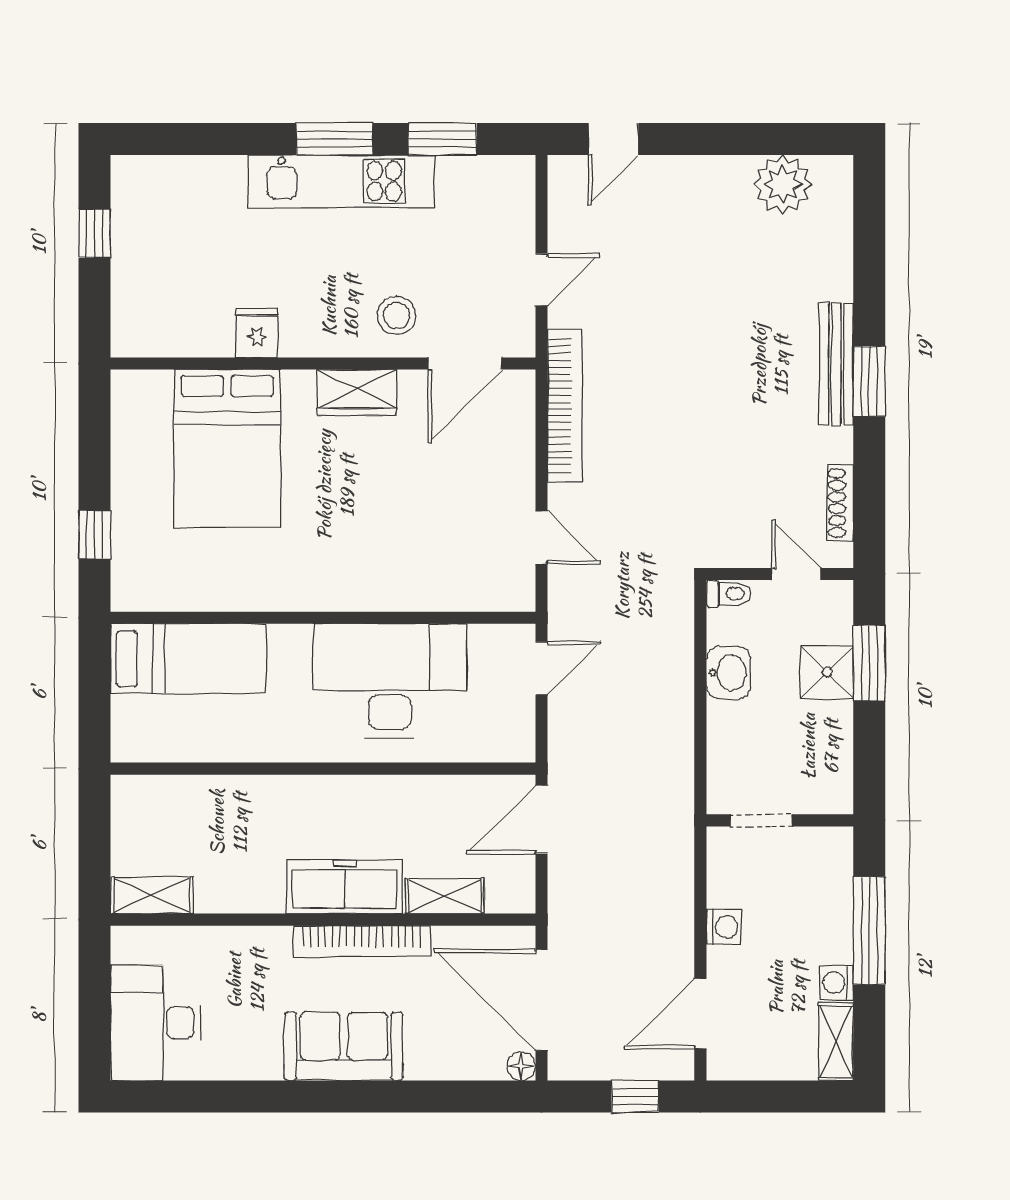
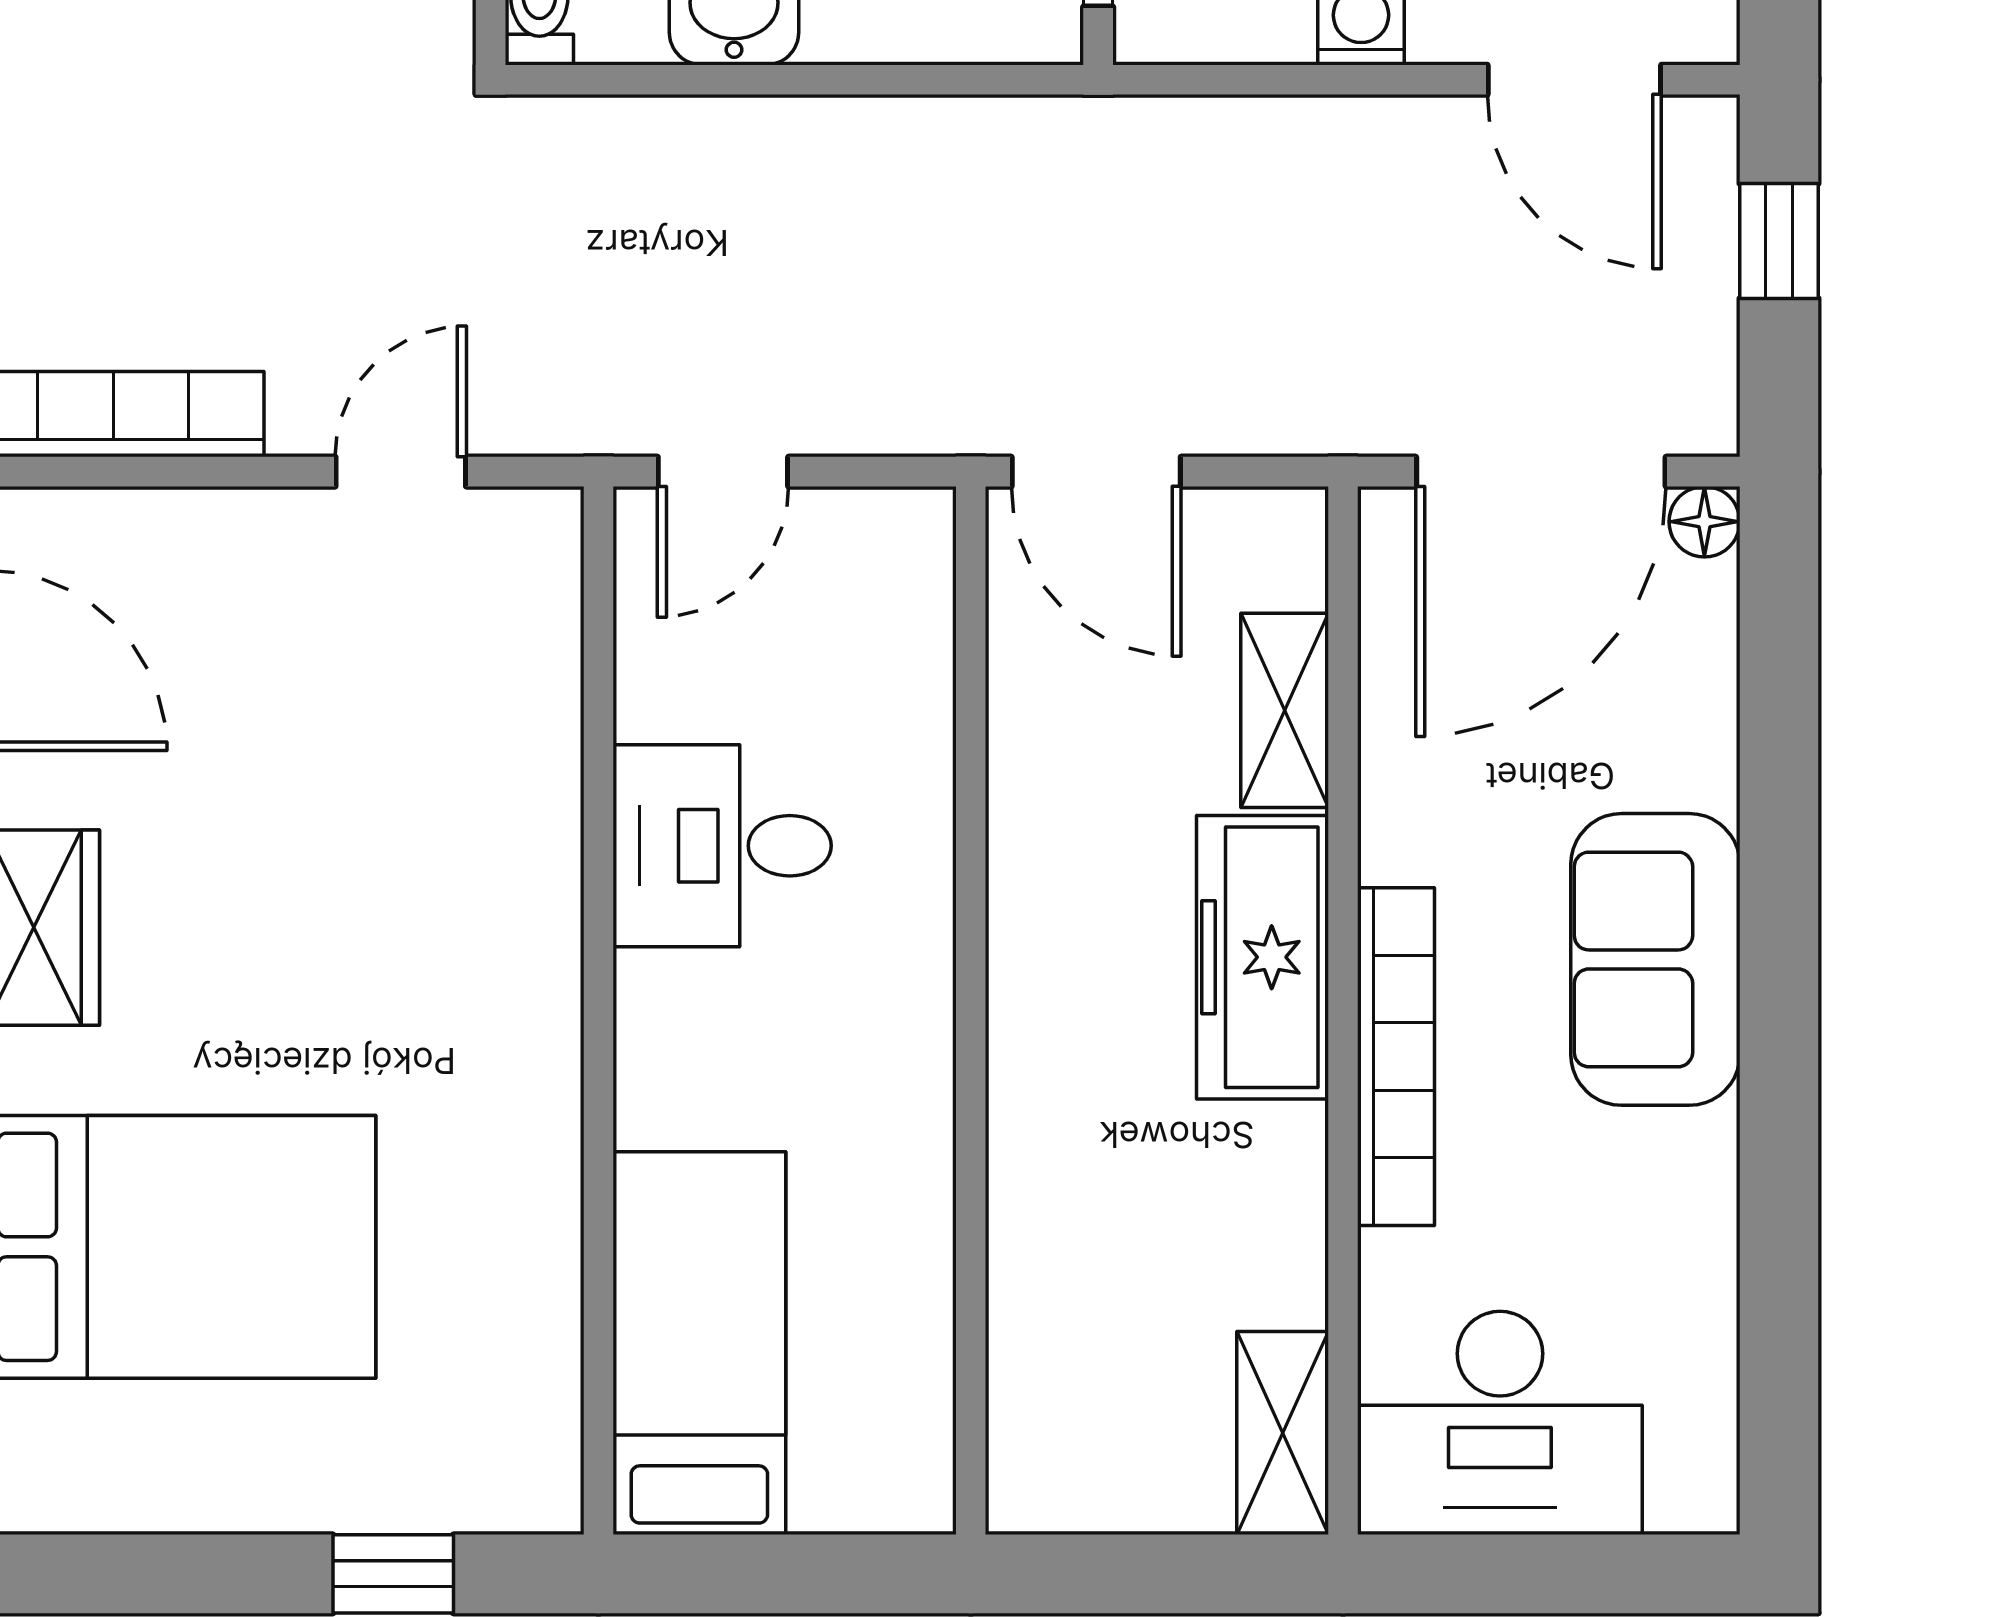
door: (542, 668) -> (723, 472), swing flipped
desk: (390, 681) -> (722, 846), width x0.53, depth x0.77
bookcase: (362, 941) -> (1396, 1057), moved
desk: (156, 1023) -> (1500, 1423), moved

